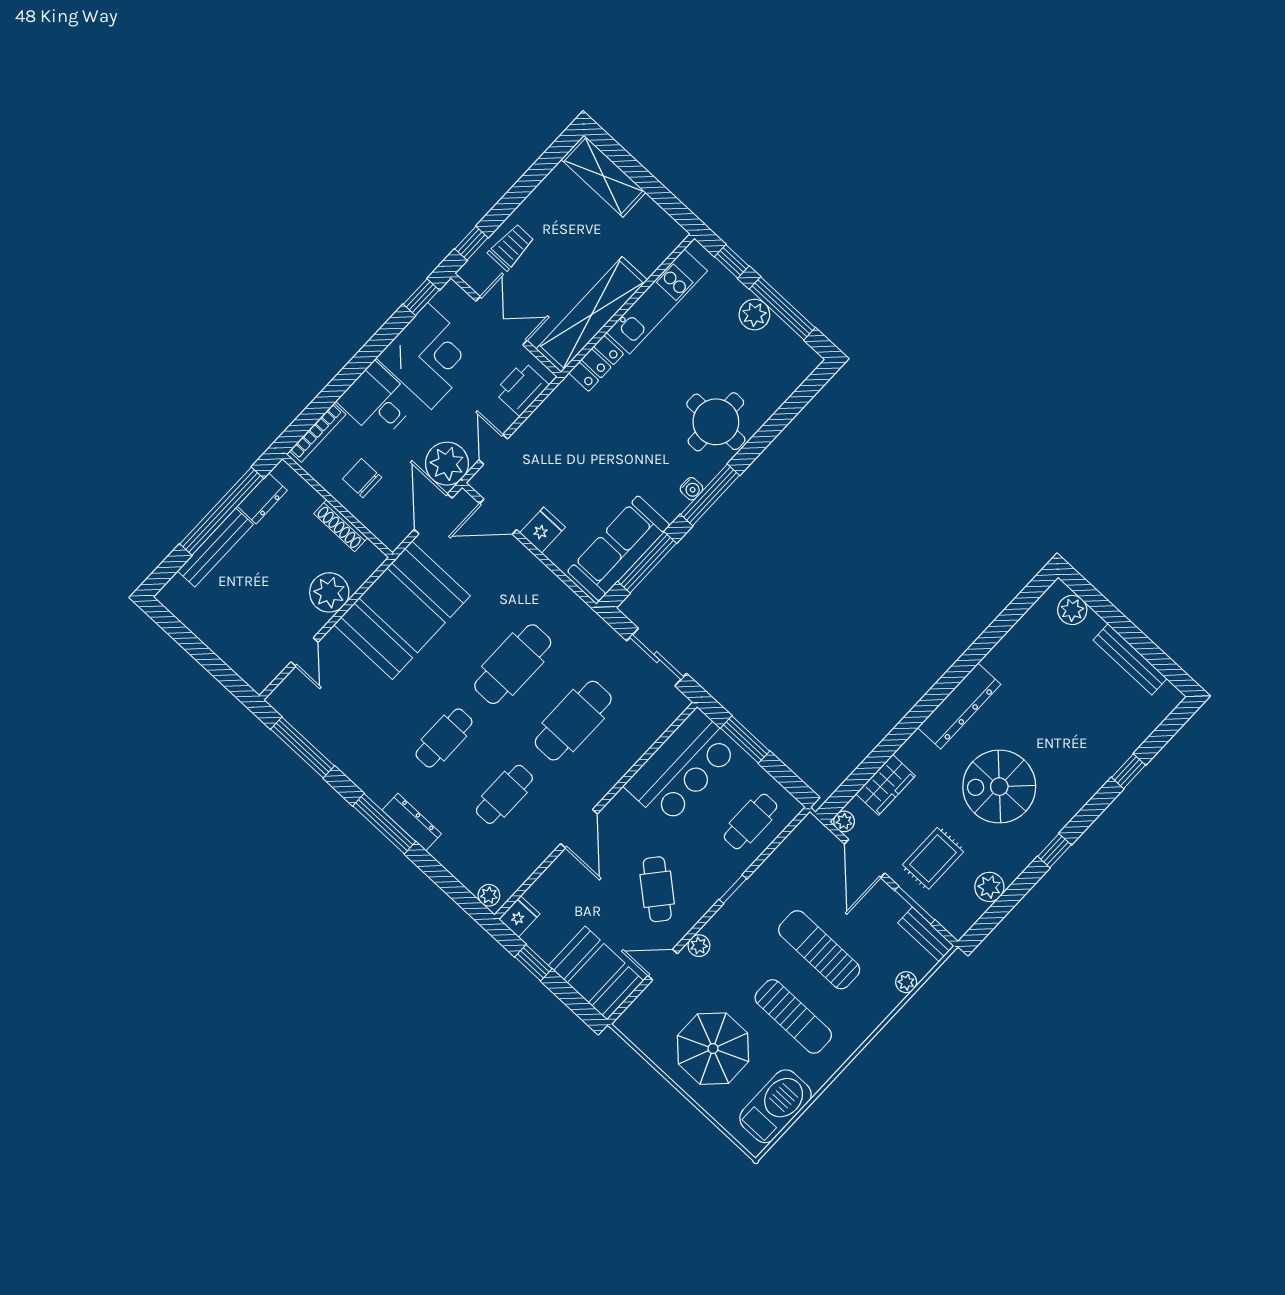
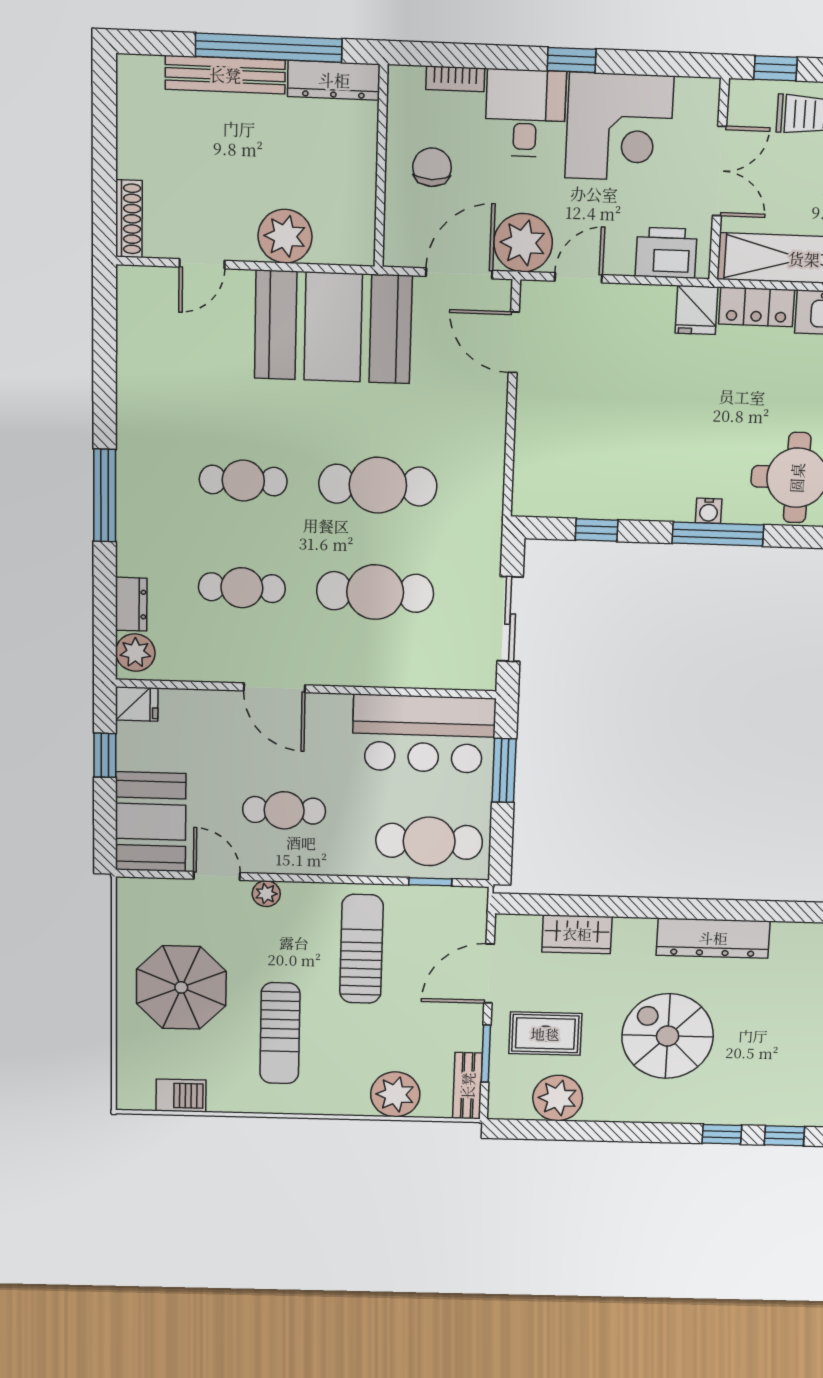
window: (421, 297) -> (572, 60), moved
bookcase: (318, 433) -> (455, 79), width x0.64
dresser: (262, 498) -> (334, 80), width x1.44
shoe rack: (341, 526) -> (129, 219), moved, turned 180
fridge: (543, 530) -> (697, 310), moved, turned 90
sofa: (619, 548) -> (586, 490), removed
window: (647, 562) -> (597, 530), width x0.46
window: (302, 747) -> (105, 347), removed
cafe table: (751, 821) -> (429, 841), width x1.37, depth x1.35
plant: (844, 821) -> (507, 926), removed
dresser: (412, 822) -> (131, 604), moved, width x0.70
door: (579, 829) -> (274, 688), hinge flipped
window: (1054, 851) -> (722, 1134), moved
plant: (989, 887) -> (558, 1098), width x1.36, depth x1.36
cafe table: (657, 889) -> (284, 810), turned 50
window: (733, 889) -> (430, 882), moved
plant: (489, 895) -> (135, 653), width x1.38, depth x1.38
sun lounger: (819, 950) -> (361, 949), moved
plant: (906, 982) -> (395, 1094), width x1.87, depth x1.87
barbecue: (775, 1106) -> (181, 1096), width x0.53, depth x0.65

